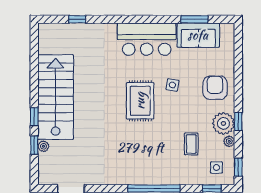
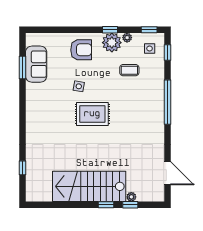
bar counter: (147, 39) -> (40, 108), removed
armchair: (215, 88) -> (81, 50), turned 180

